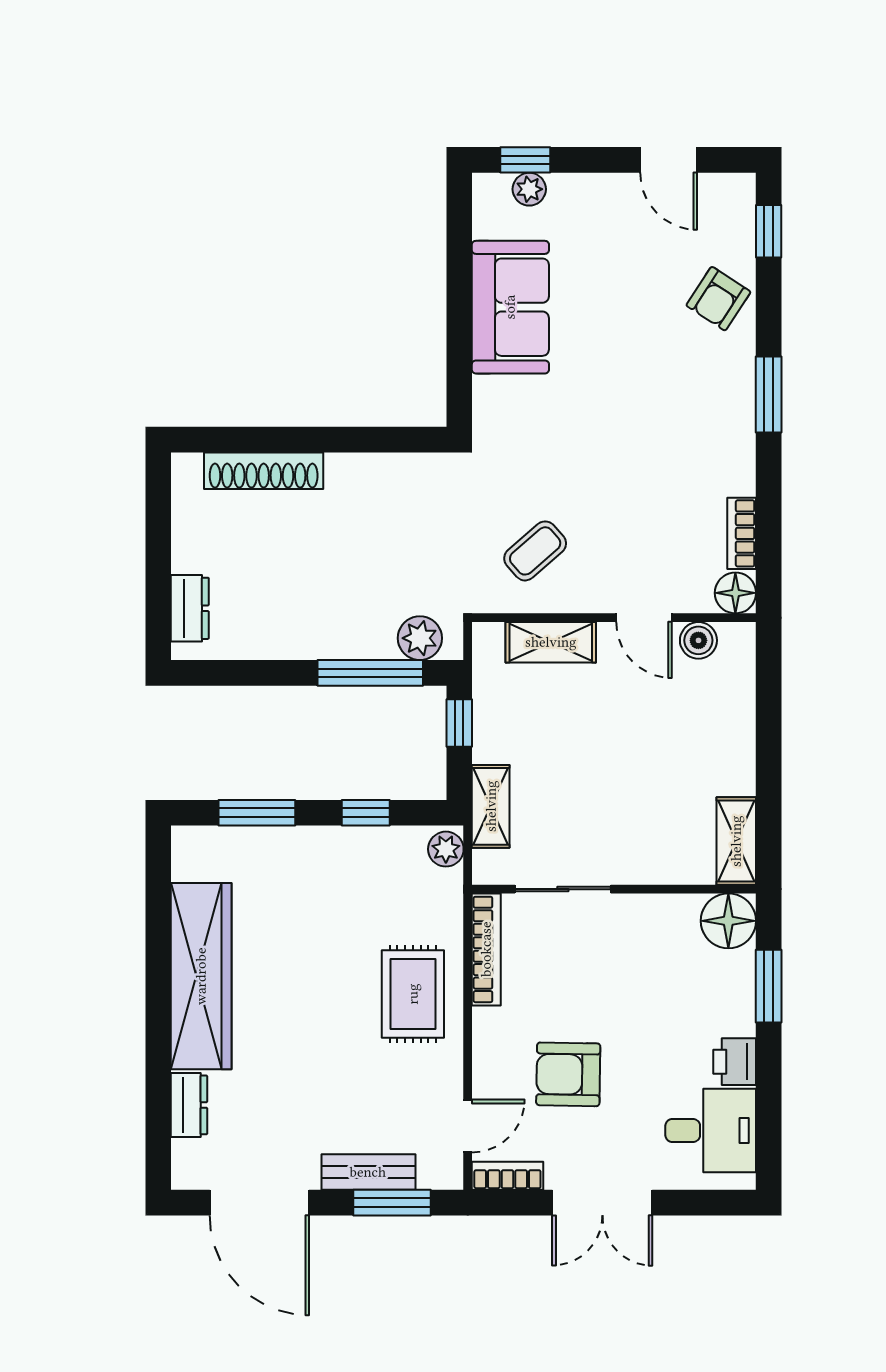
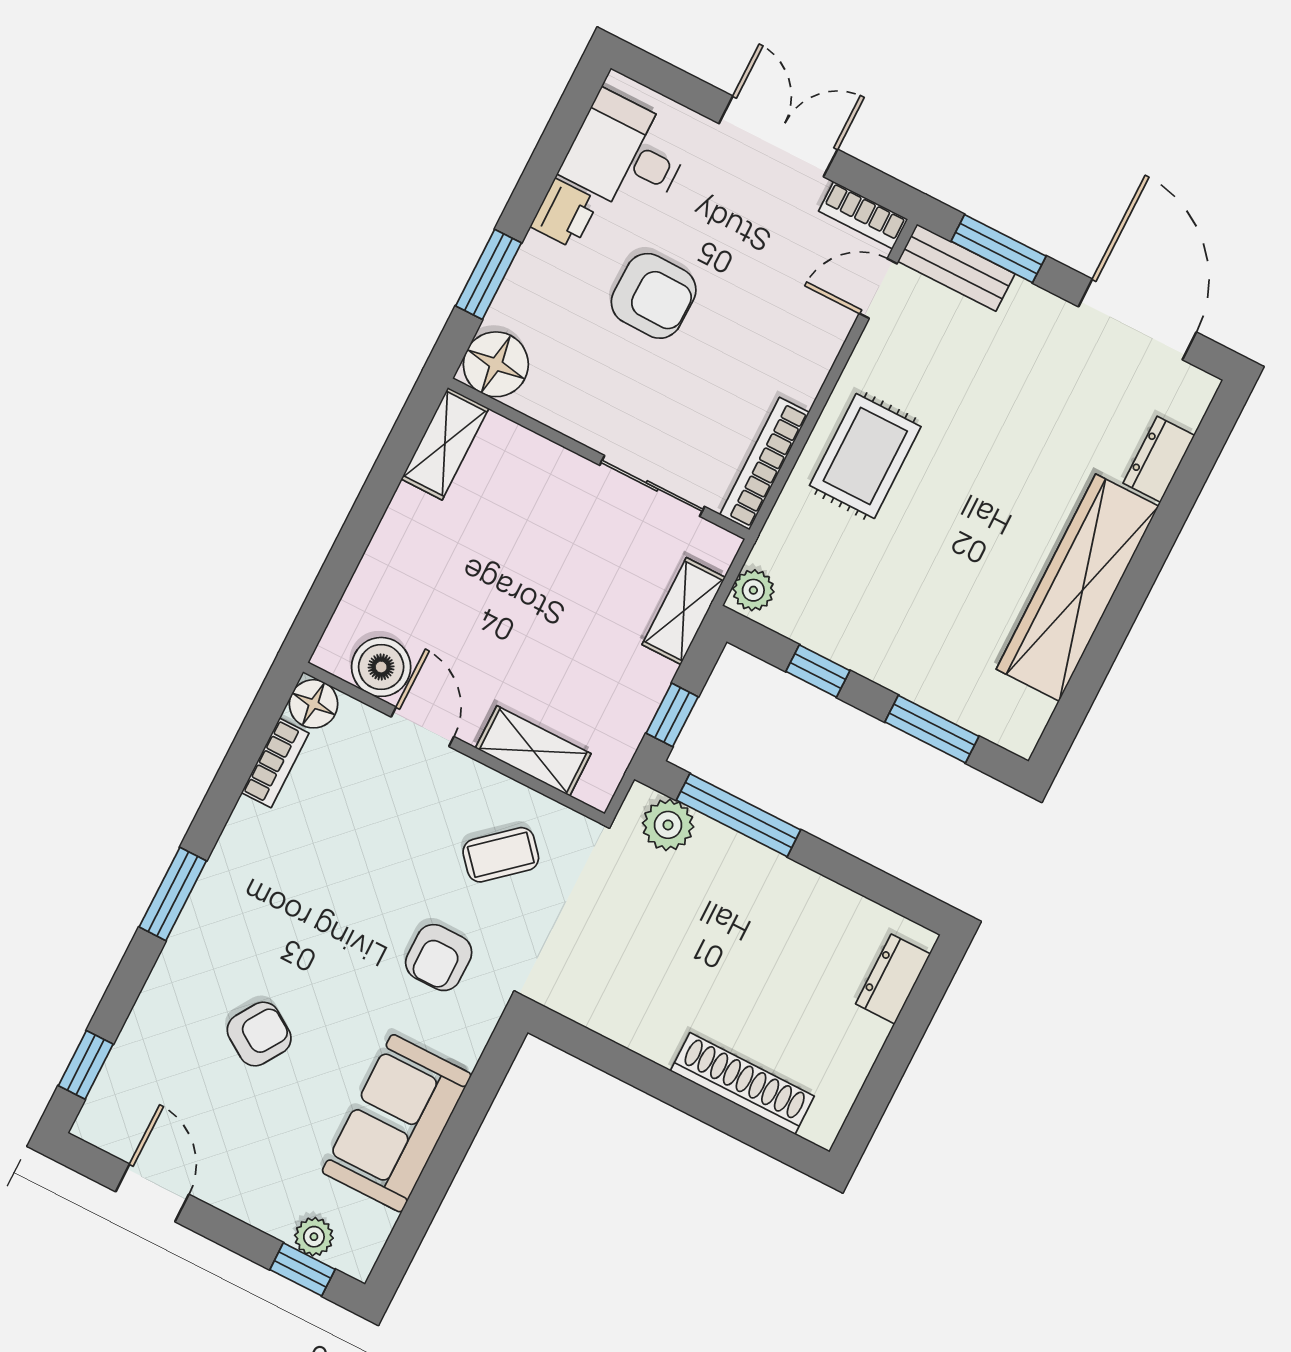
armchair: (718, 299) -> (259, 1034), moved
armchair: (543, 449) -> (439, 958), added
boiler: (698, 640) -> (381, 667), width x1.36, depth x1.36
armchair: (568, 1074) -> (654, 296), moved
bench: (368, 1172) -> (956, 268), moved

